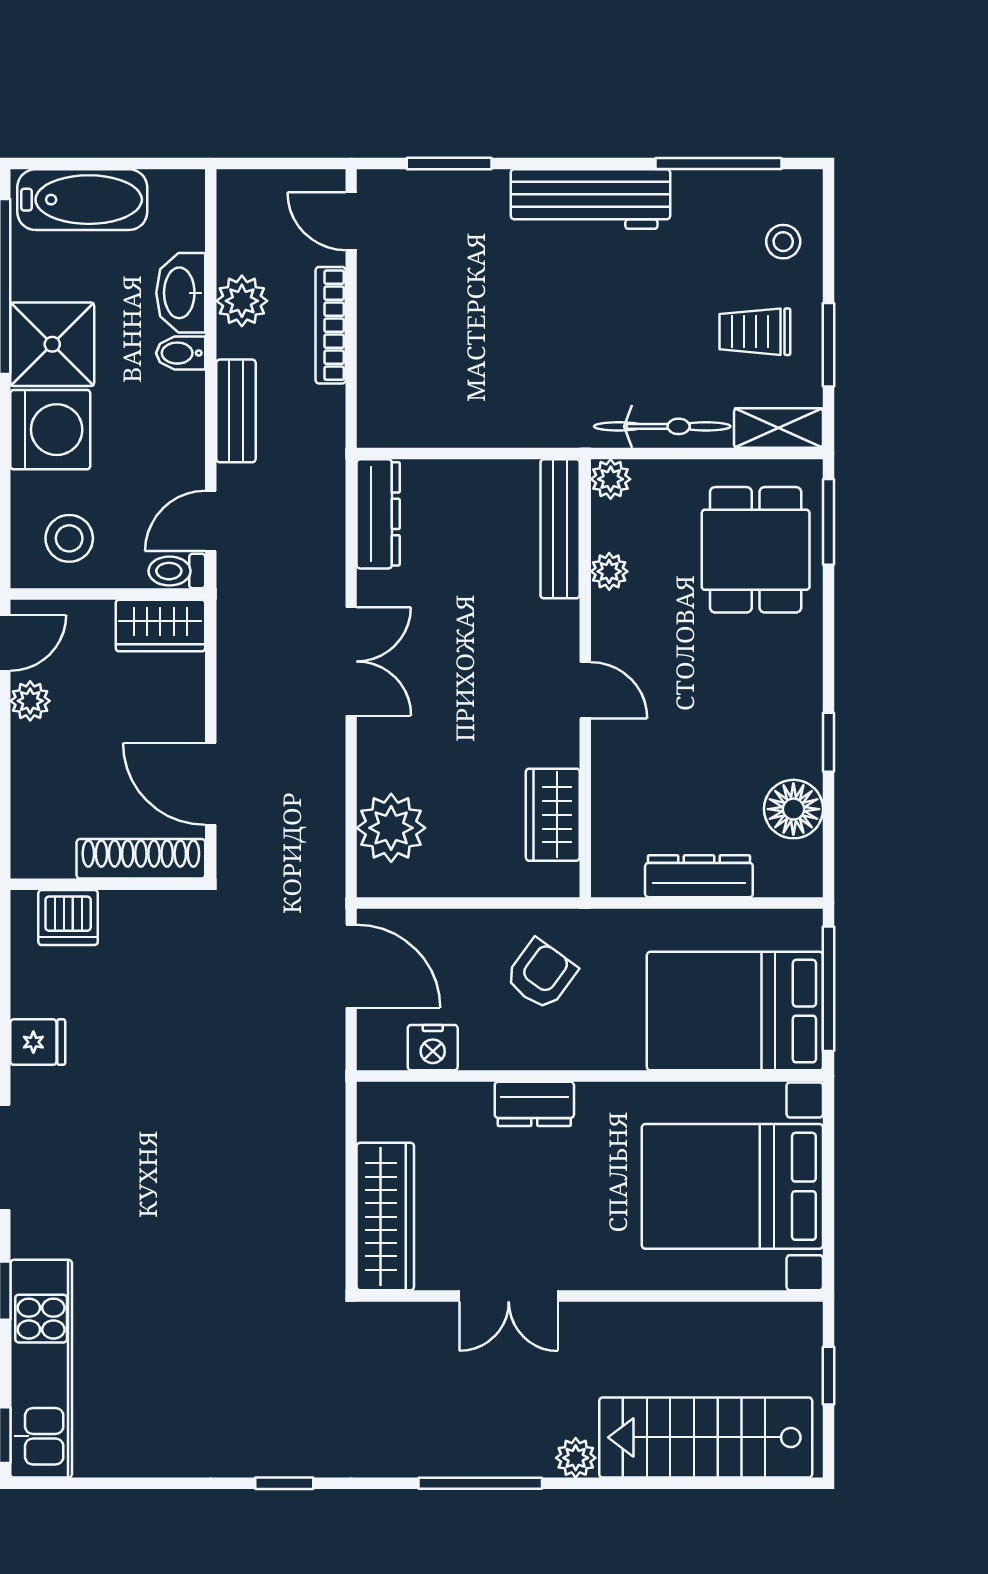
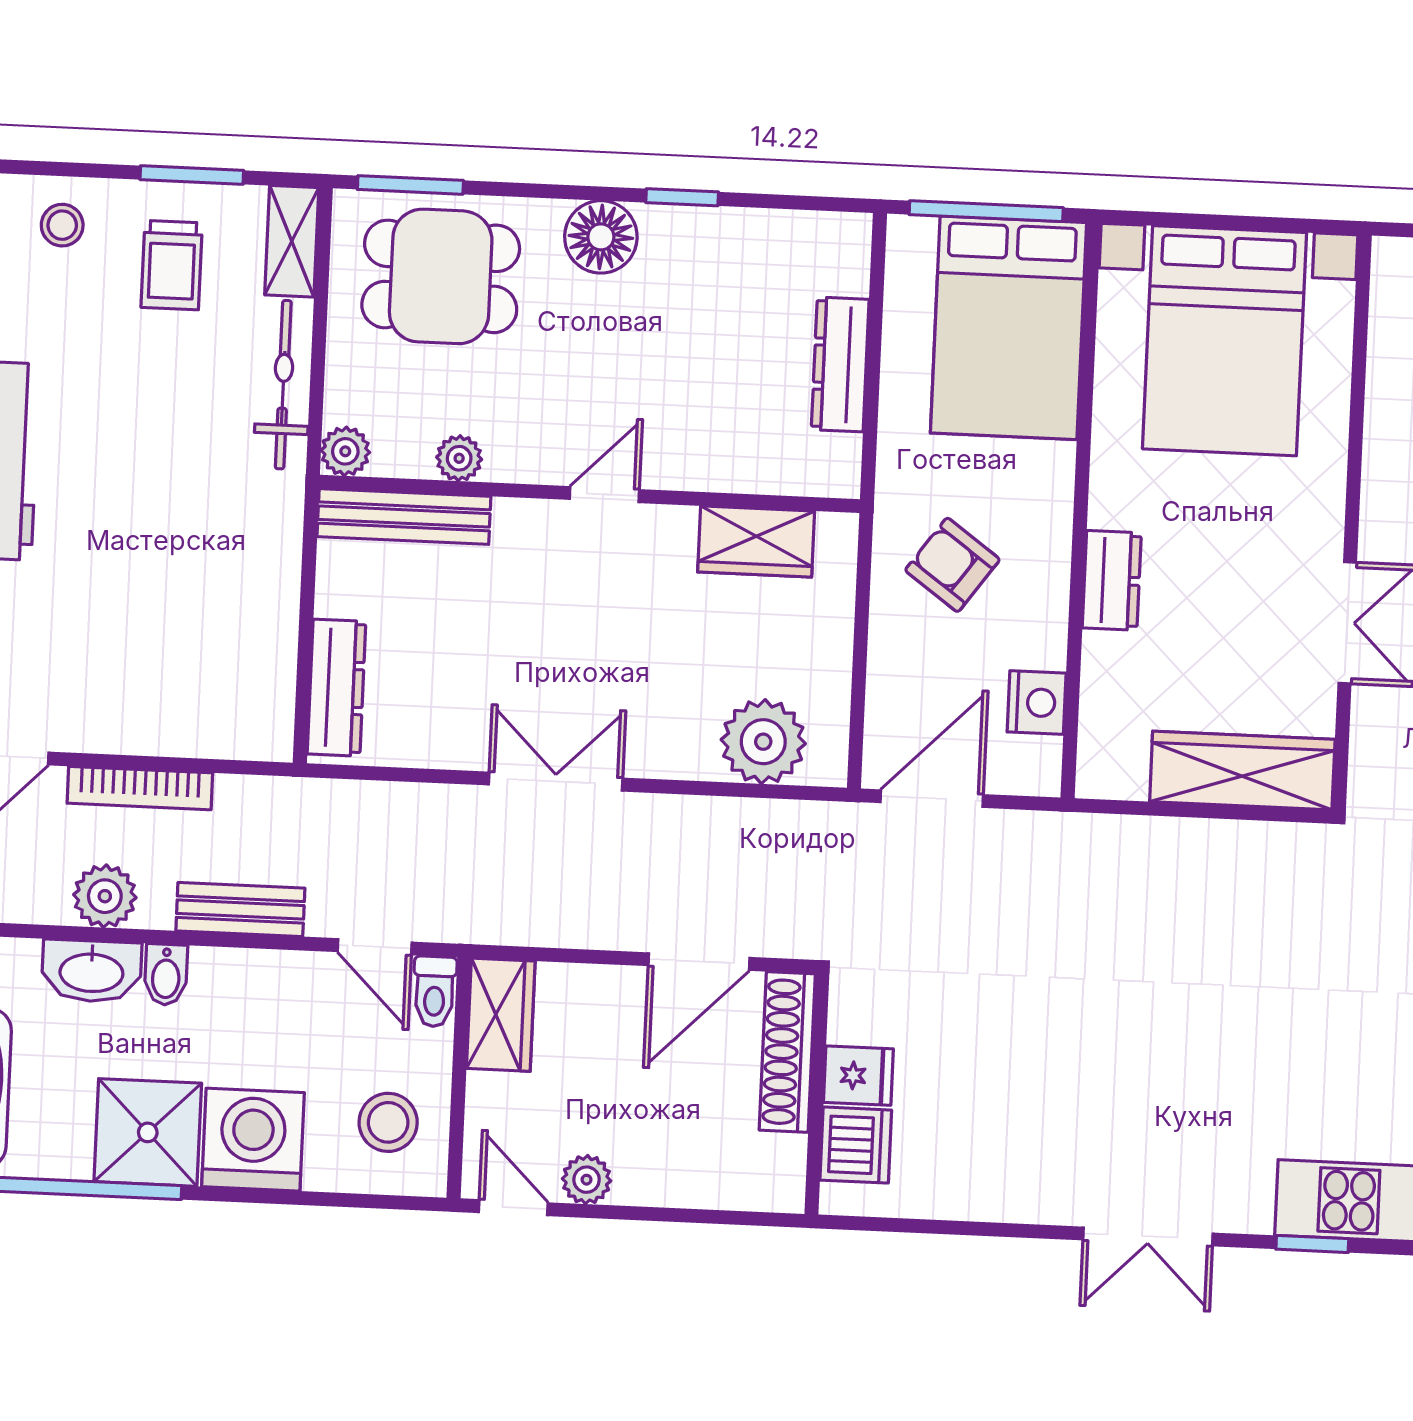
dresser: (378, 514) -> (337, 688), moved, turned 90
floor lamp: (793, 809) -> (601, 237), moved
fridge: (38, 1042) -> (858, 1076), moved, turned 90

